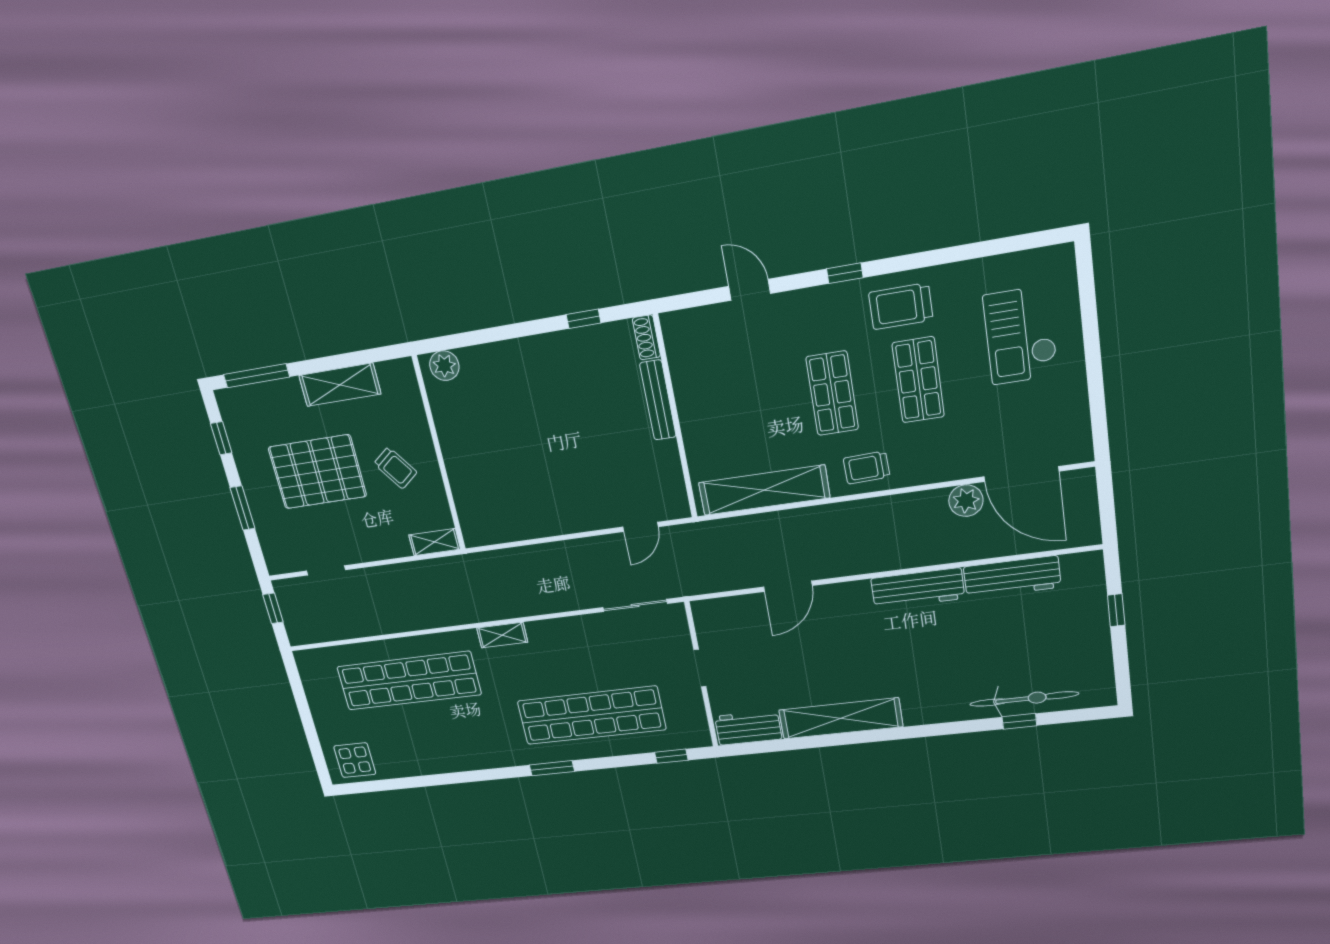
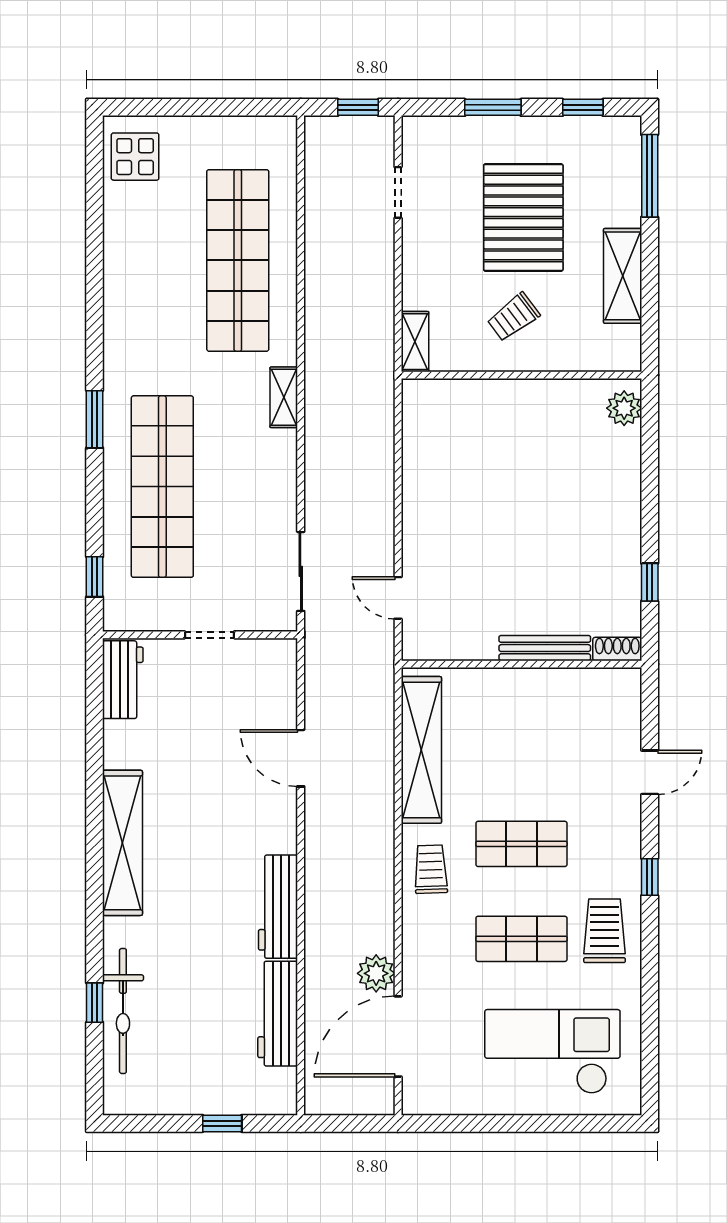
checkout: (1020, 335) -> (552, 1052), width x1.36, depth x1.21
shelving: (841, 718) -> (122, 843), moved

